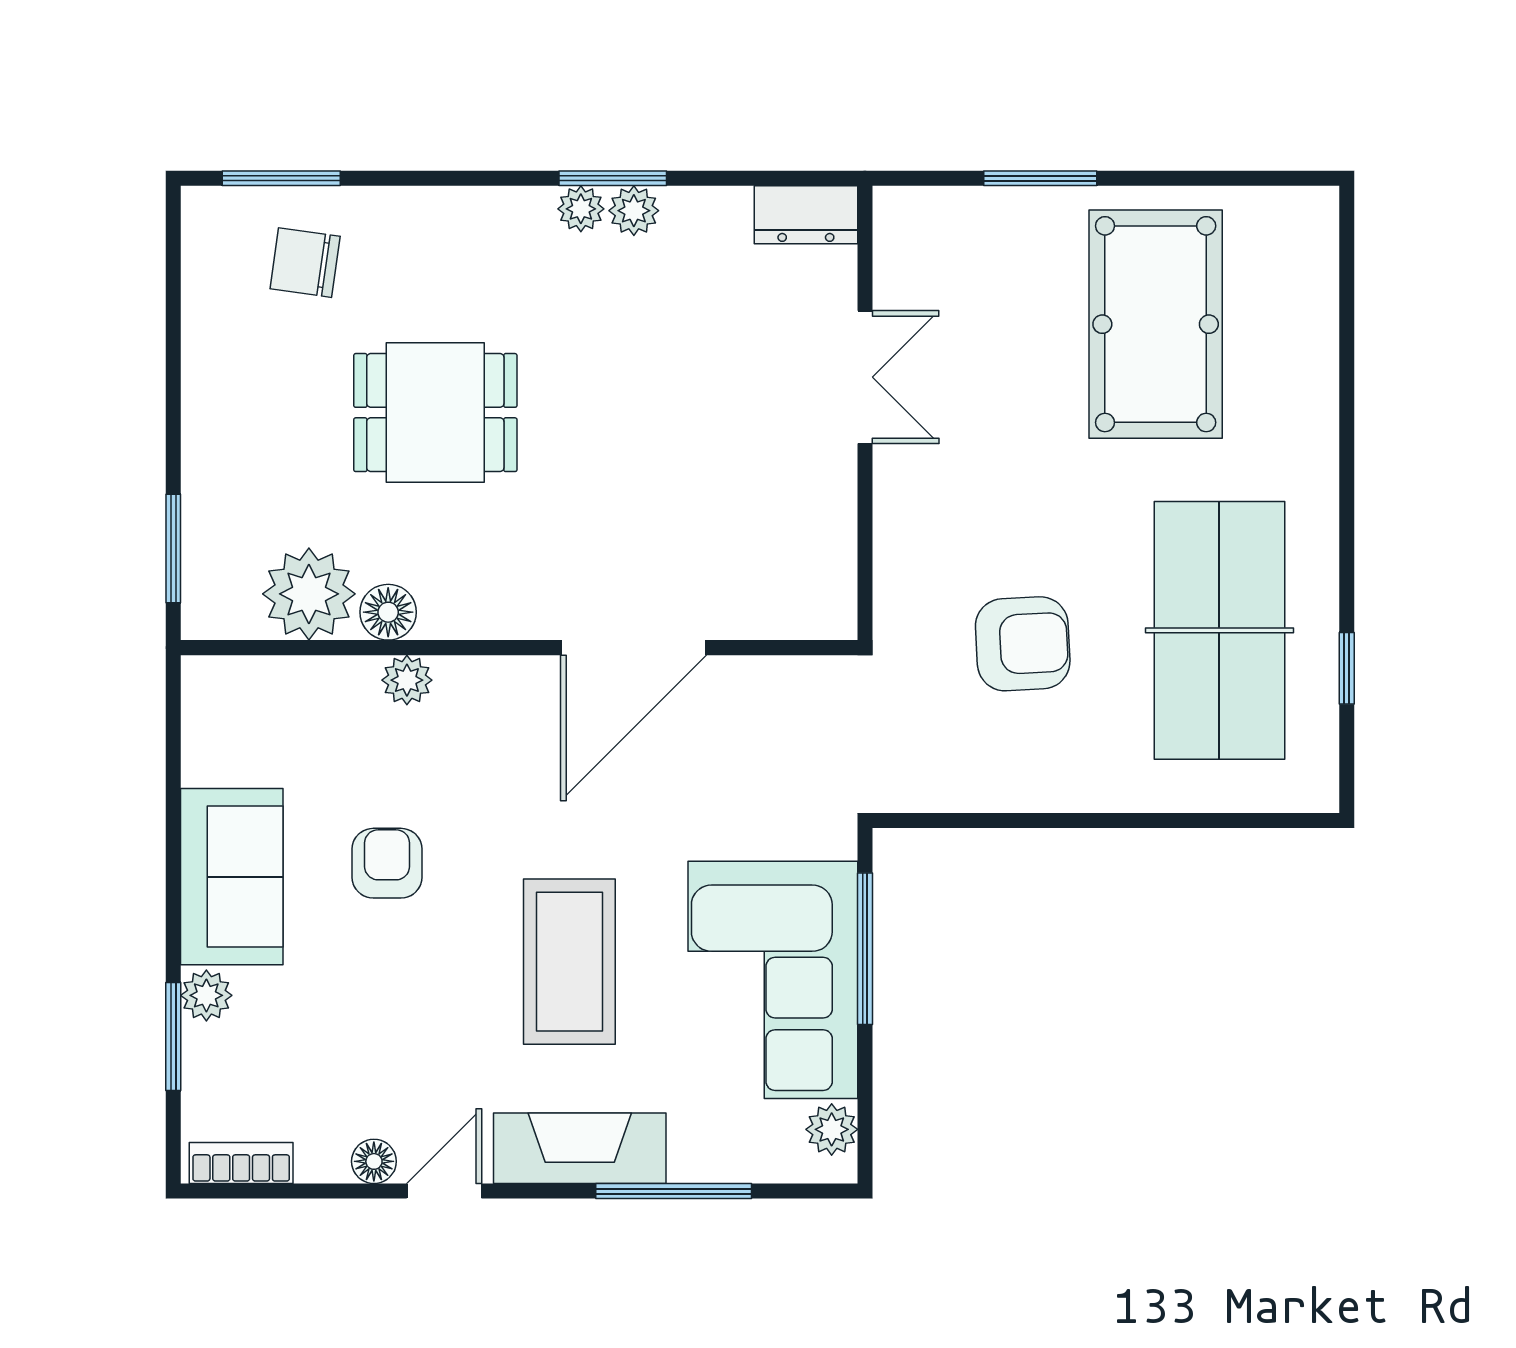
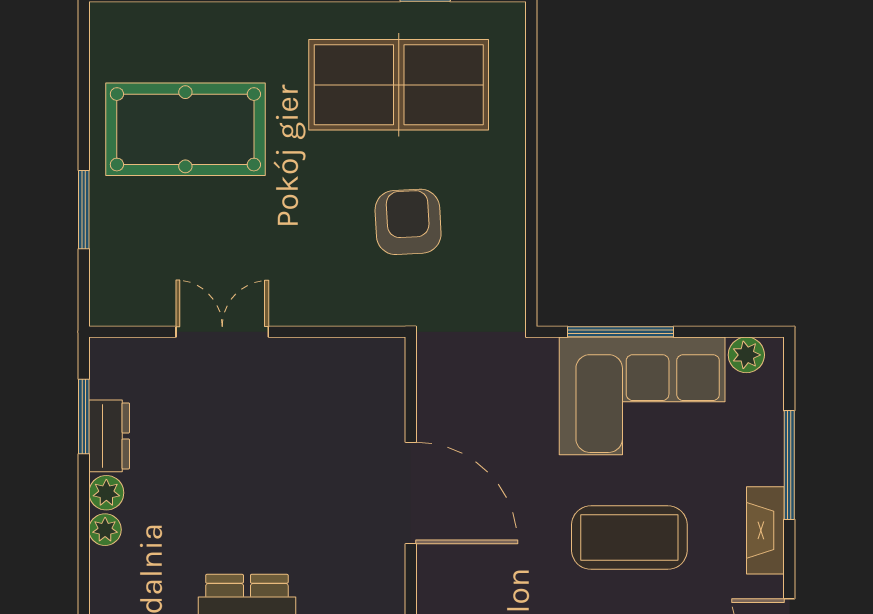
window: (613, 178) -> (84, 417), moved
dresser: (806, 215) -> (109, 436), moved
fireplace: (580, 1148) -> (765, 530), width x0.73, depth x0.76

